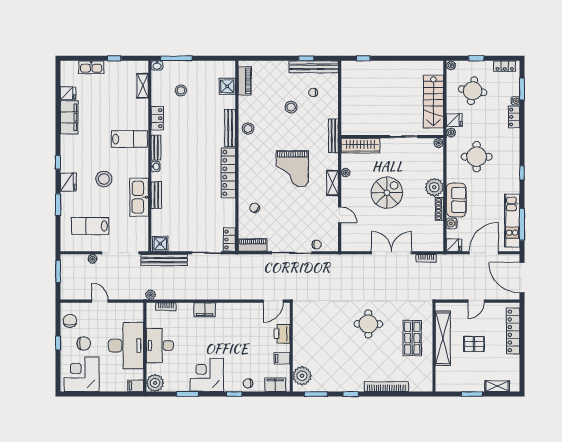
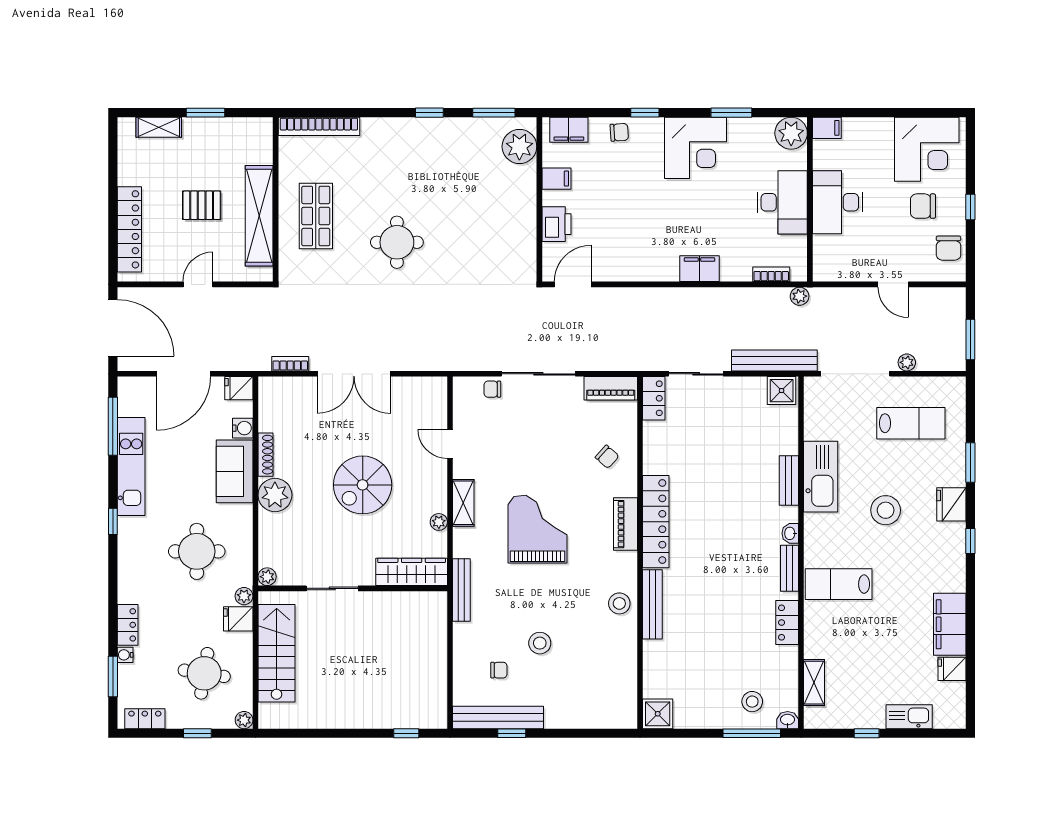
piano: (245, 81) -> (626, 524), moved
shower: (227, 86) -> (658, 714), moved
stool: (181, 90) -> (752, 702), moved
kitchen unit: (512, 220) -> (131, 466), moved
desk: (126, 346) -> (837, 202), width x0.73, depth x0.77
bookcase: (386, 387) -> (319, 126), moved

